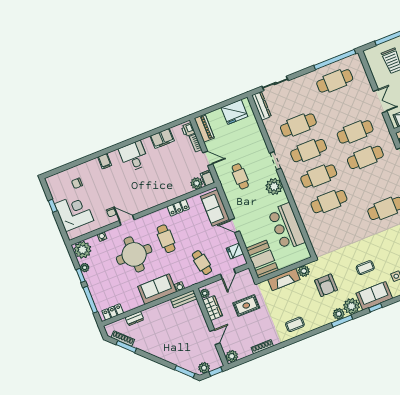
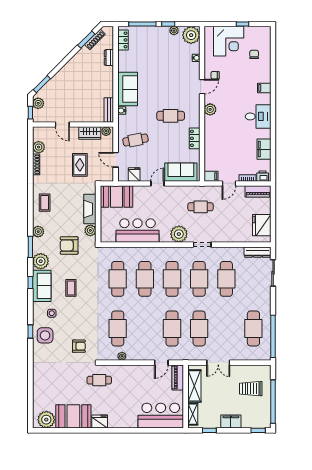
plant: (197, 183) -> (210, 109), moved
cafe table: (339, 227) -> (118, 279), added
round table: (134, 254) -> (168, 81), removed
plant: (339, 314) -> (38, 232), moved
plant: (232, 356) -> (39, 147), moved

